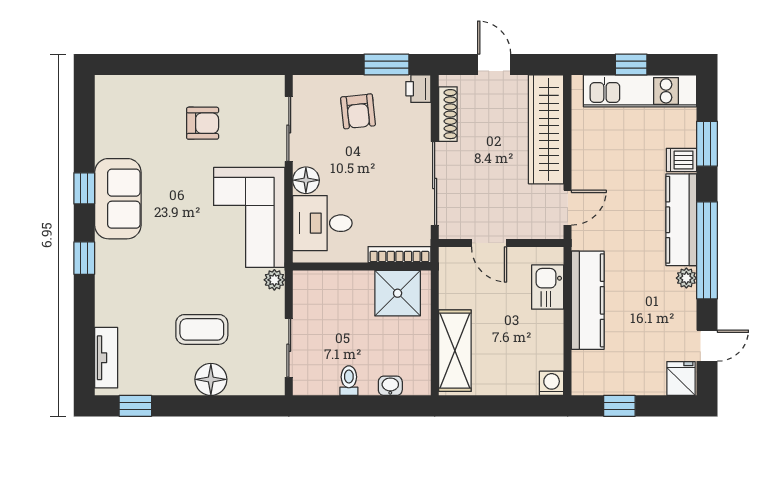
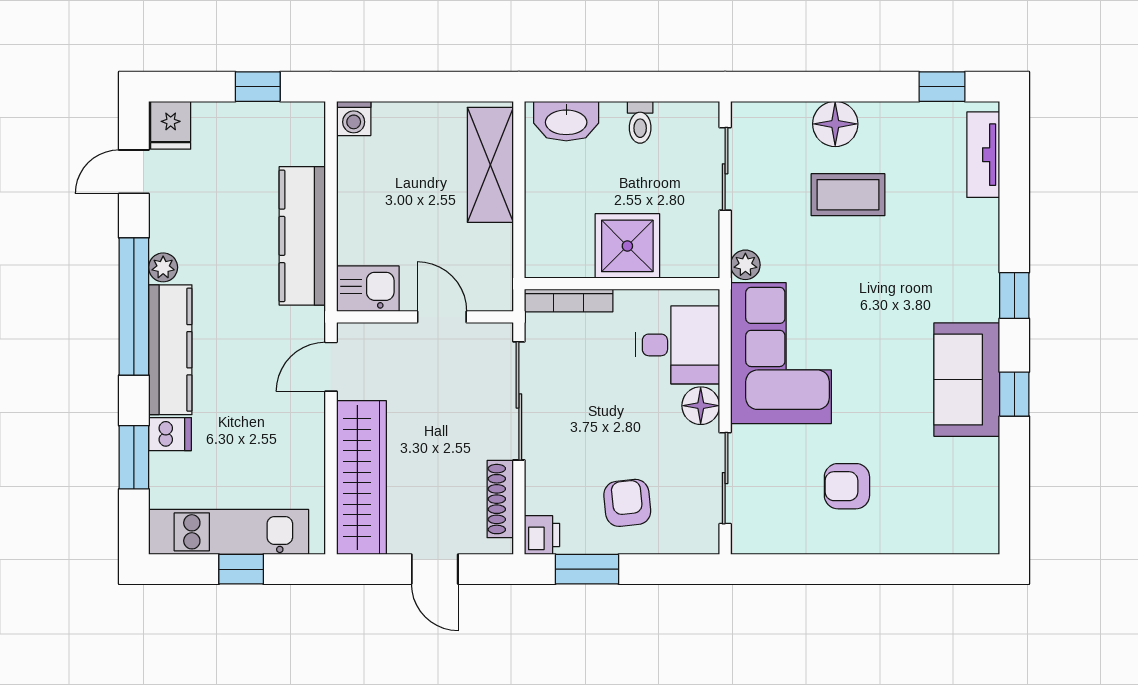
kitchen sink: (548, 287) -> (368, 289), moved, turned -90
shower: (398, 293) -> (627, 246), moved
washbasin: (390, 386) -> (566, 121), width x1.91, depth x1.45

